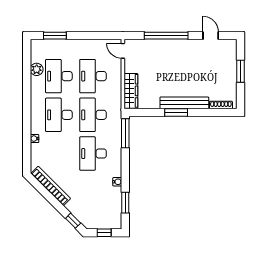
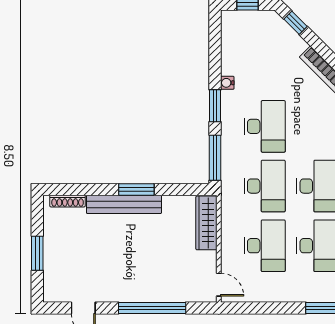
window: (125, 203) -> (215, 106), moved

